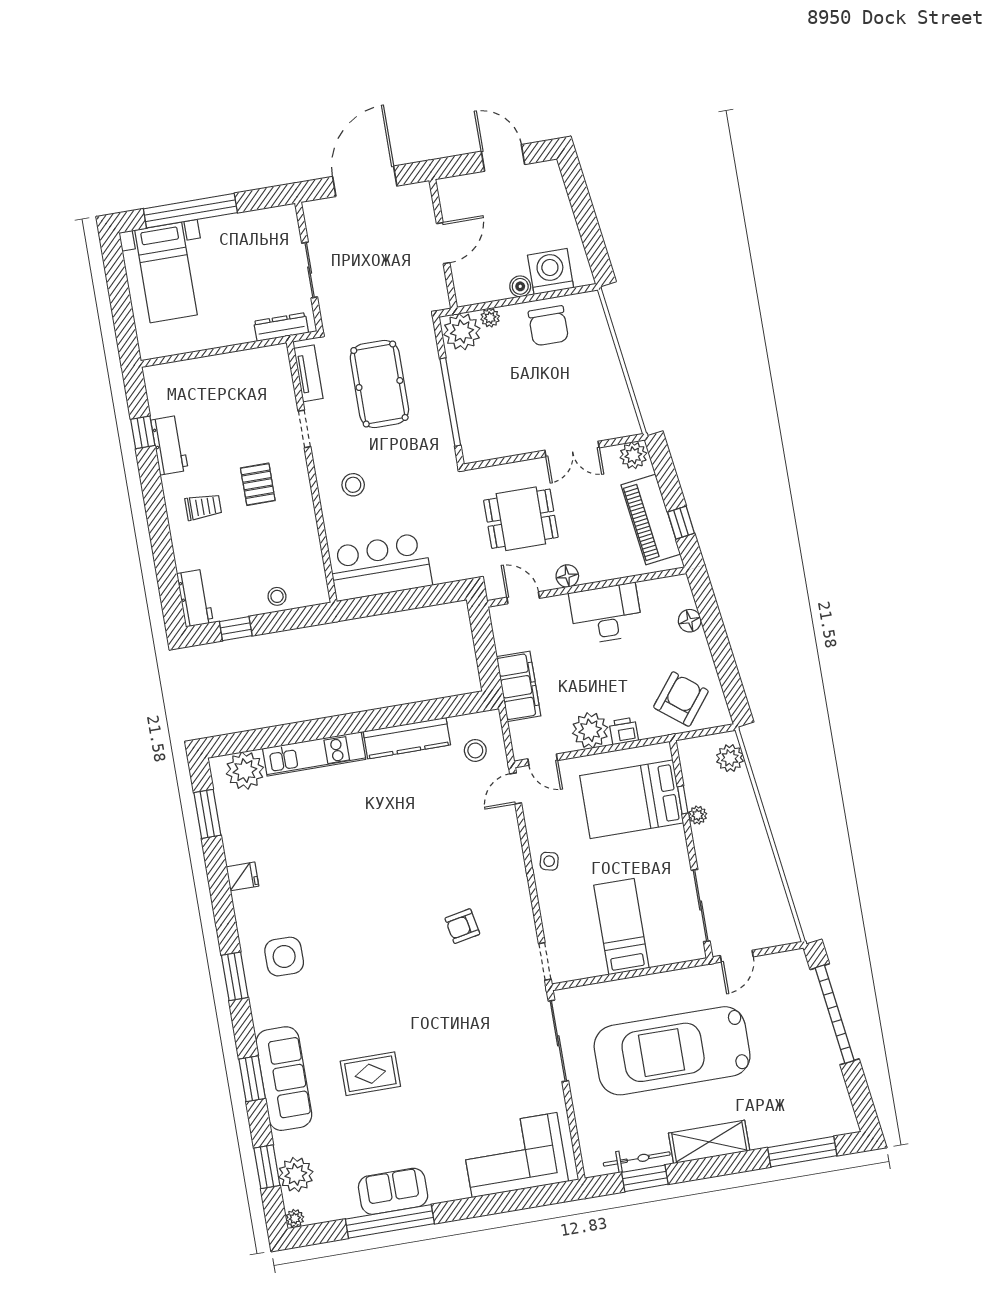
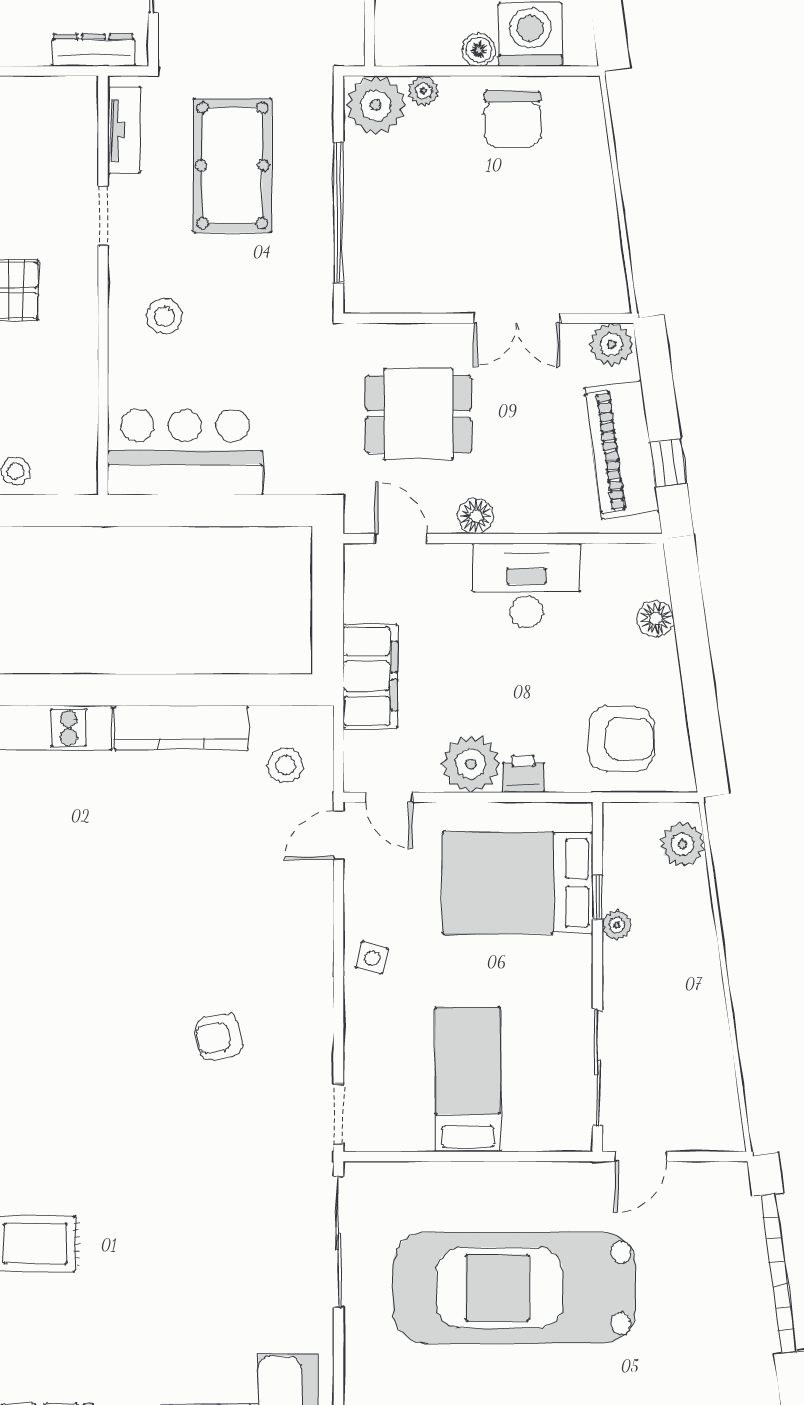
armchair: (681, 699) -> (621, 739), turned 52

